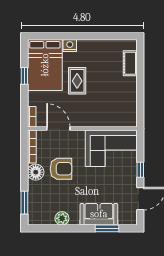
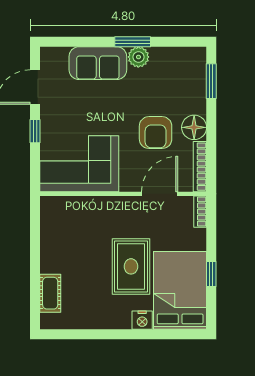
rug: (77, 81) -> (131, 266), width x1.36, depth x1.43
door: (58, 129) -> (160, 194), swing flipped
armchair: (61, 169) -> (156, 133), turned -90
plant: (62, 218) -> (138, 57), moved
window: (107, 228) -> (133, 42), moved

